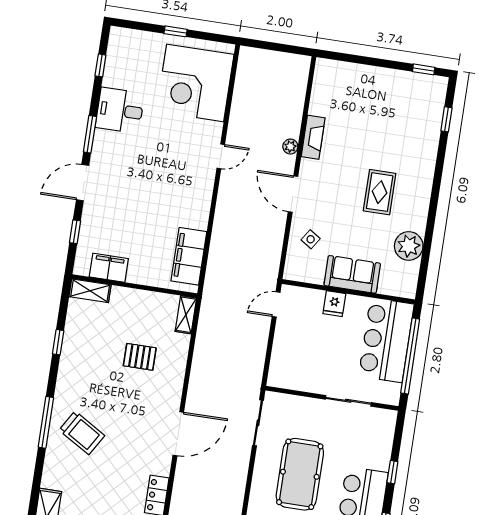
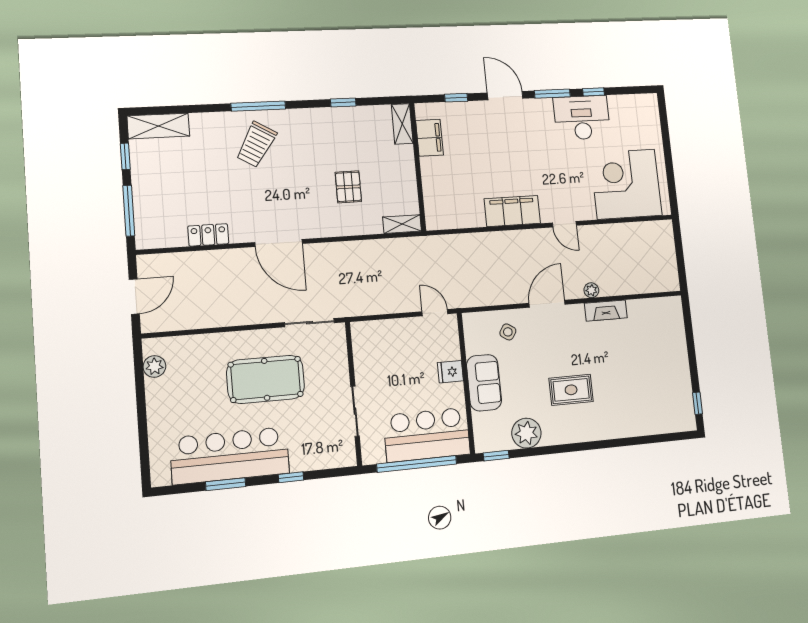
window: (176, 31) -> (668, 155), removed
window: (100, 65) -> (594, 92), moved
desk: (120, 110) -> (582, 118), width x1.37
window: (446, 119) -> (496, 456), moved
filing cabinet: (189, 256) -> (512, 211), moved

